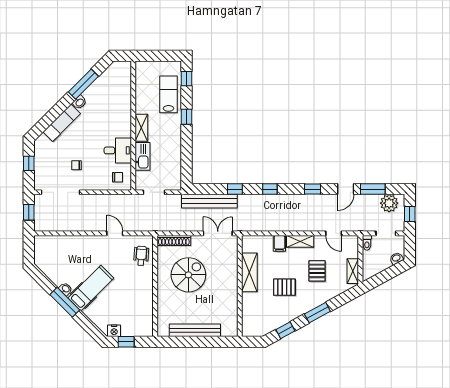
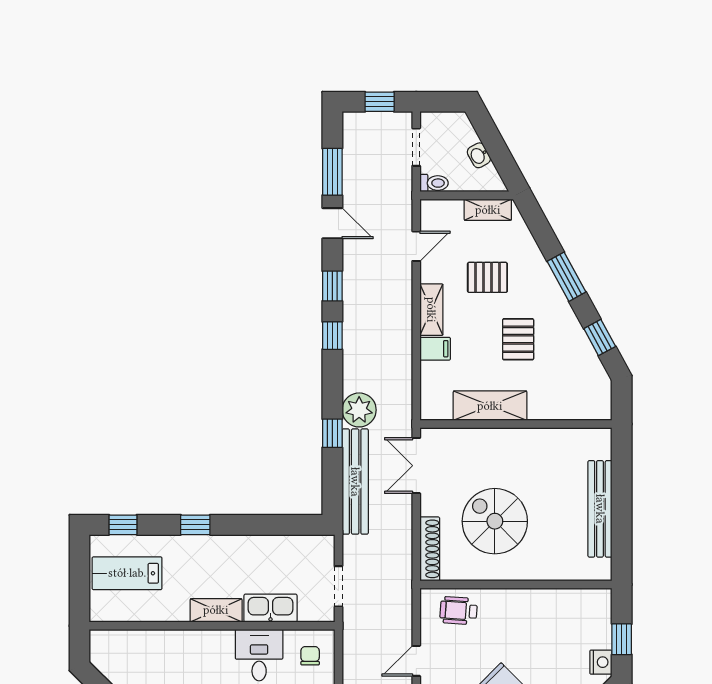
lab bench: (169, 94) -> (127, 573), moved
window: (270, 189) -> (332, 336), moved
plant: (389, 203) -> (359, 410), moved
washbasin: (396, 258) -> (479, 155), moved

